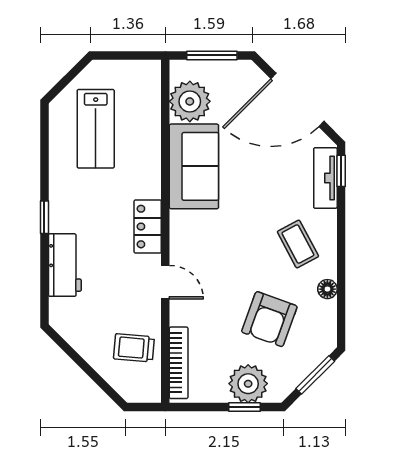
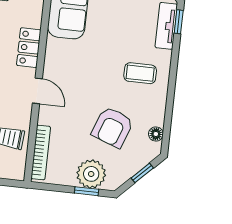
coffee table: (298, 244) -> (140, 73), turned -62
floor lamp: (327, 289) -> (156, 134), moved
window: (315, 375) -> (142, 173), width x0.67

